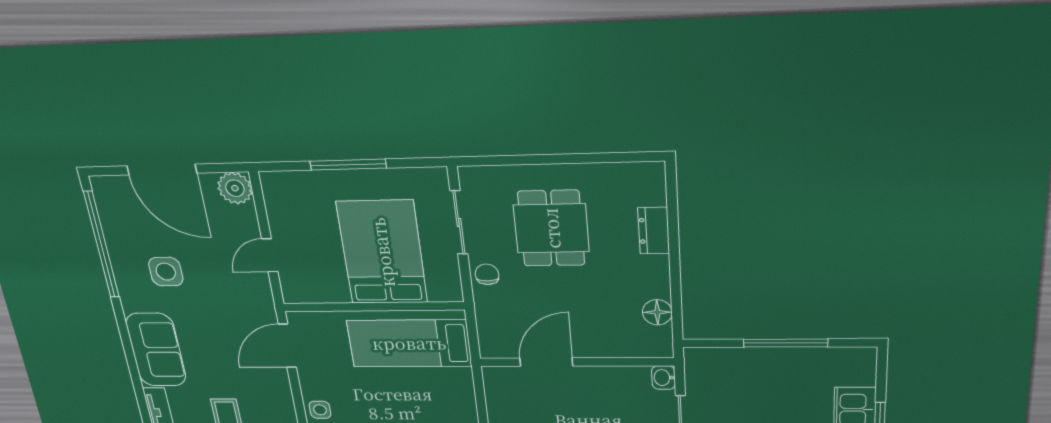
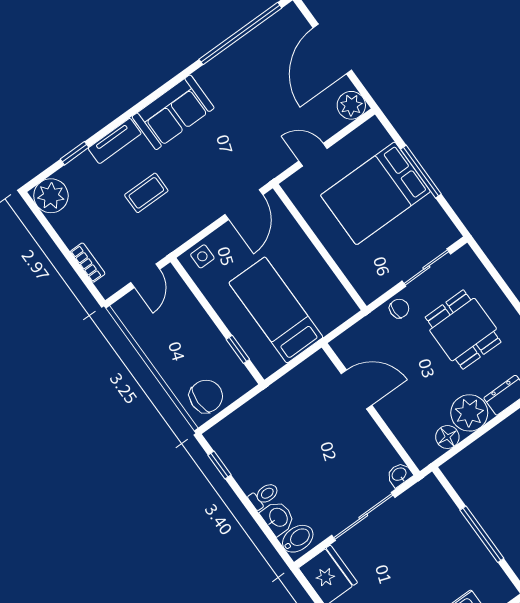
dining table: (551, 228) -> (463, 330), turned 90
bed: (382, 252) -> (375, 193), moved, turned 180
side table: (166, 272) -> (249, 89), removed
plant: (647, 277) -> (469, 413), added
bed: (409, 343) -> (276, 310), moved
door: (287, 346) -> (244, 205), swing flipped

